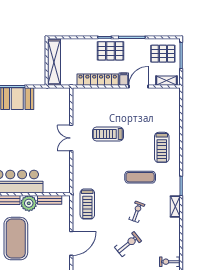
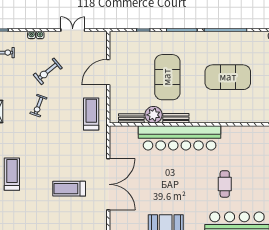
treadmill: (108, 134) -> (69, 189), turned 180
double door: (71, 138) -> (108, 184), width x1.87
exercise mat: (140, 177) -> (35, 143), removed

